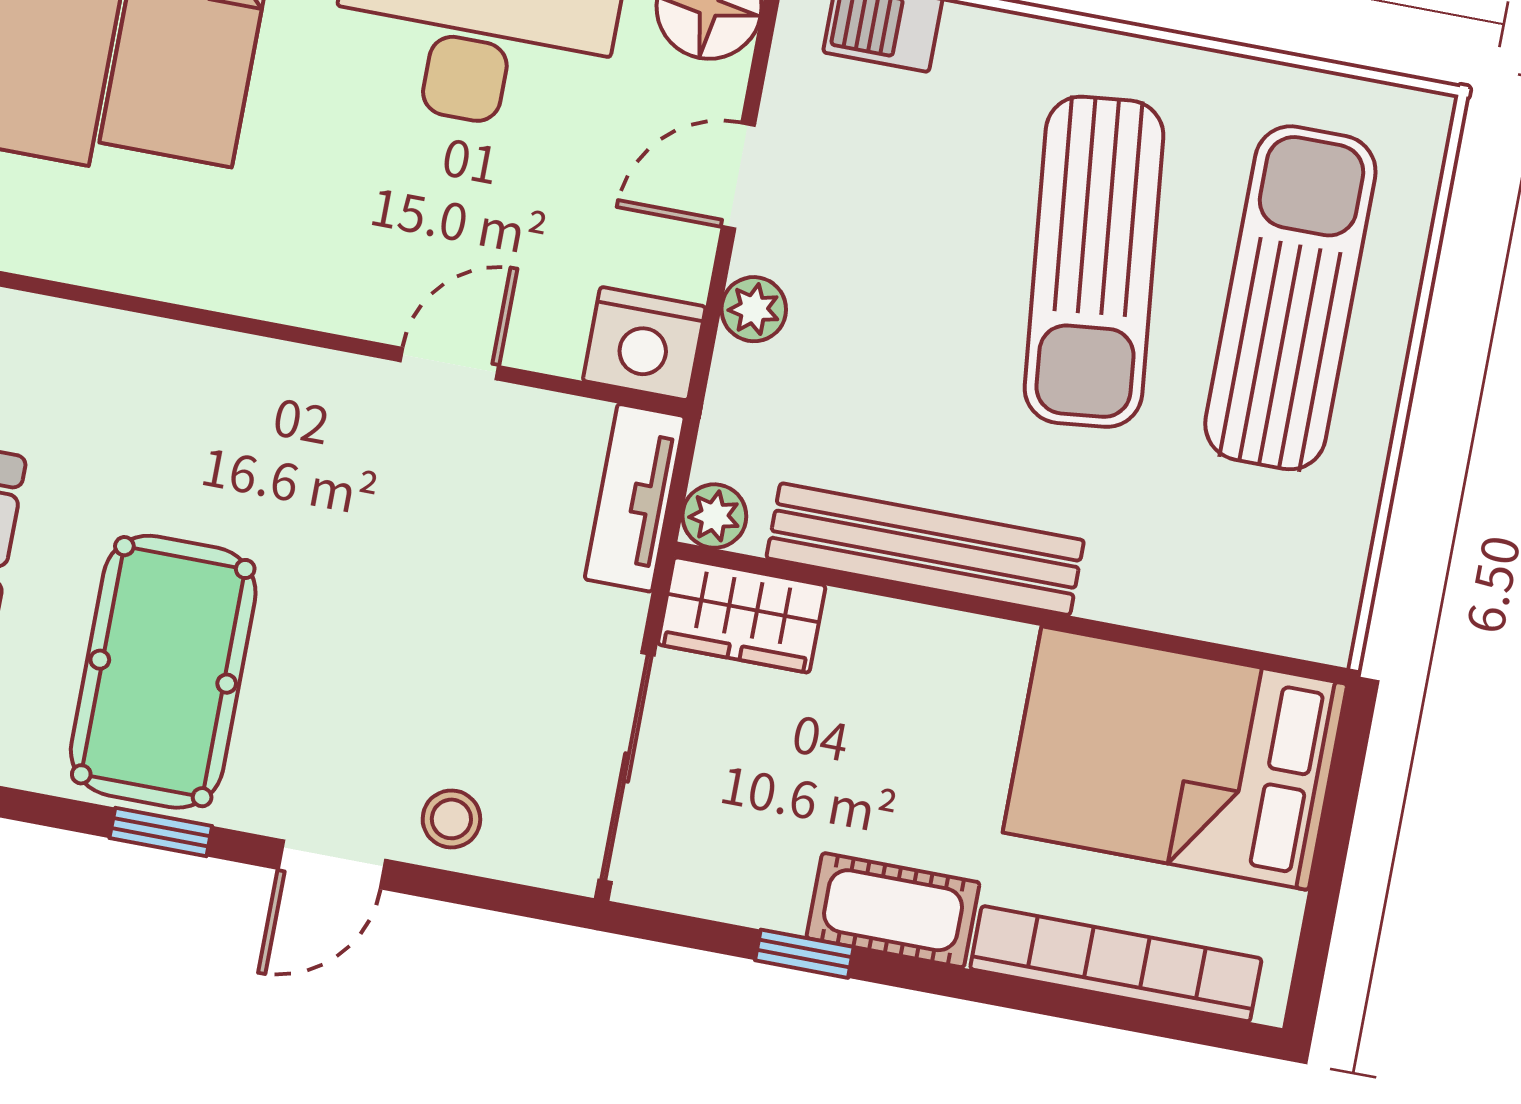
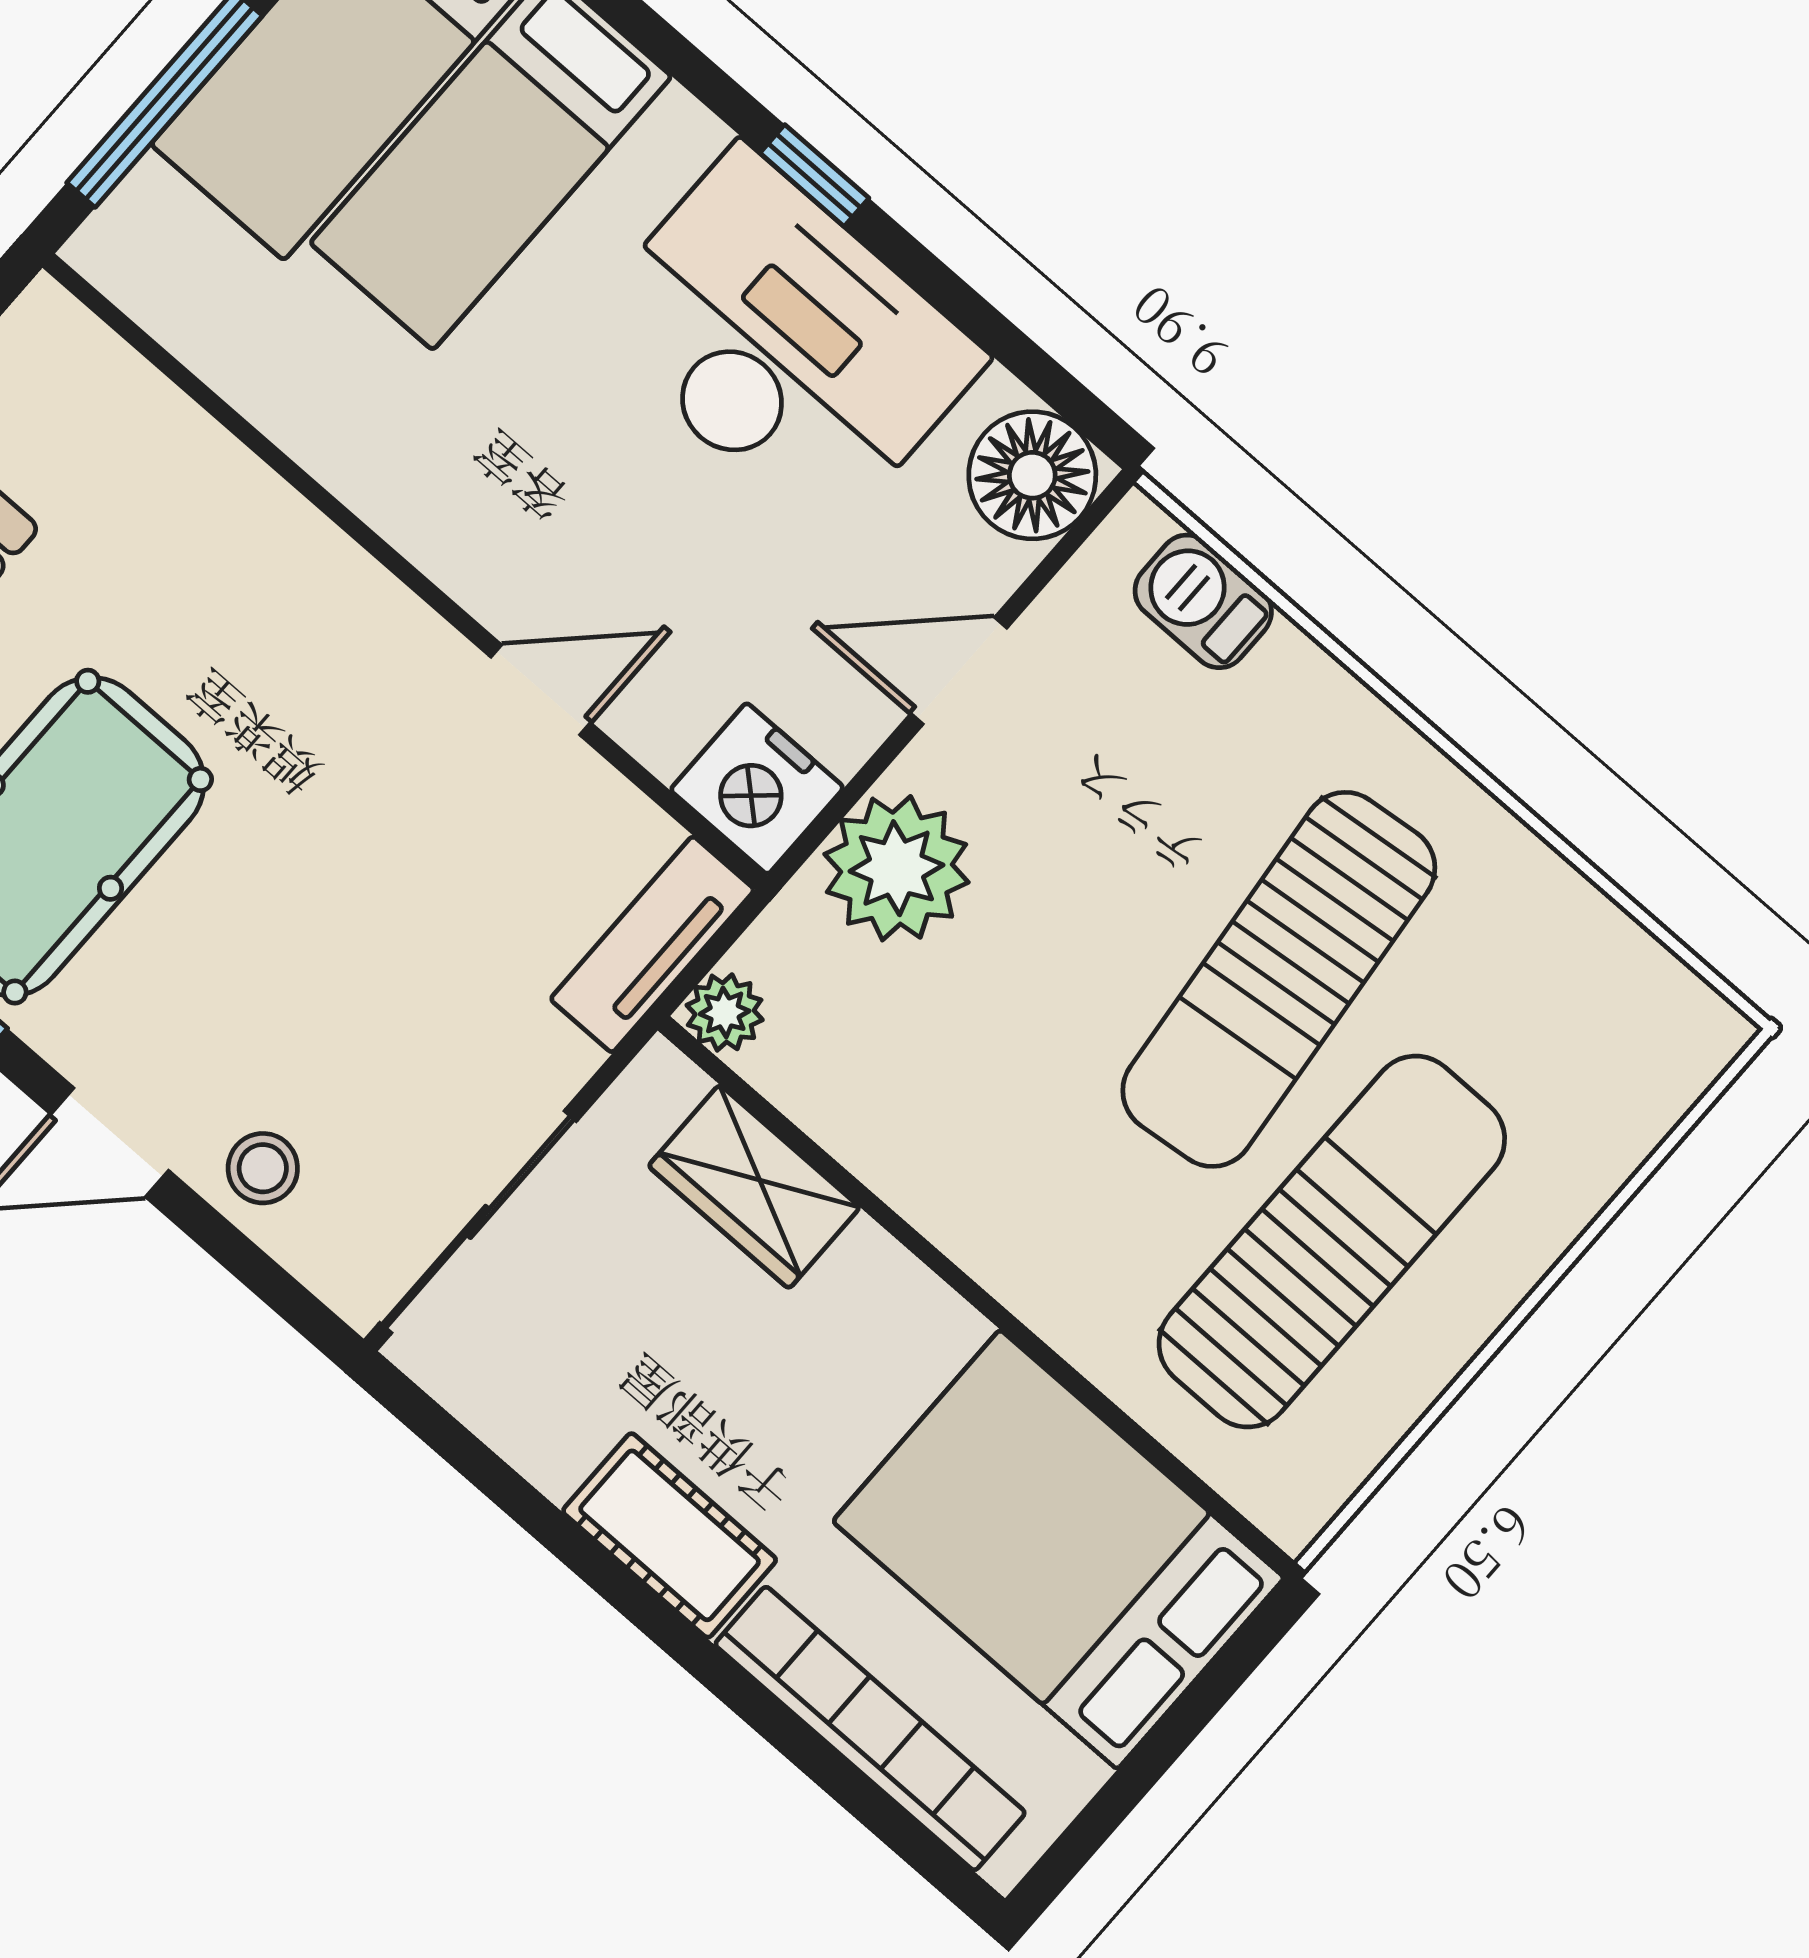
sun lounger: (1290, 298) -> (1332, 1242), moved
plant: (754, 309) -> (896, 868), width x1.87, depth x1.87
bench: (925, 549) -> (925, 1177), removed
wardrobe: (742, 615) -> (754, 1187), moved
window: (804, 954) -> (550, 1526), removed

